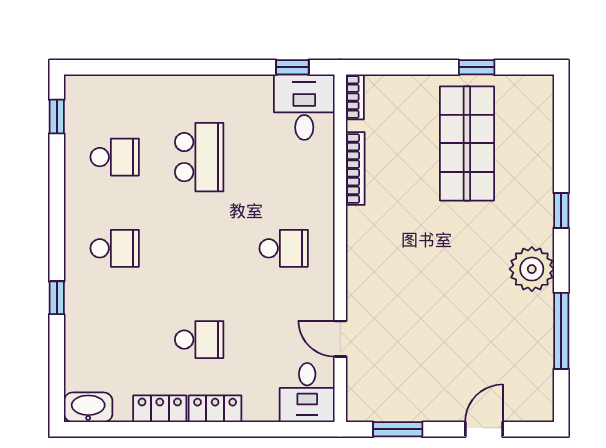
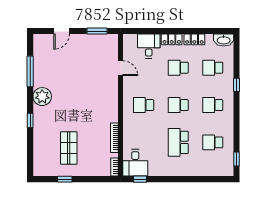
shop shelf: (467, 143) -> (69, 148), width x0.70, depth x0.74
school desk: (199, 248) -> (178, 105), added
school desk: (115, 340) -> (213, 68), added
desk: (307, 393) -> (149, 46), moved

